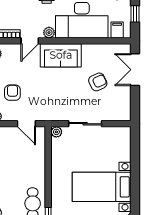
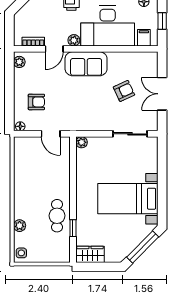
double door: (135, 70) -> (162, 94), moved
armchair: (12, 93) -> (36, 102), turned 90
sliding door: (85, 124) -> (130, 134), moved

